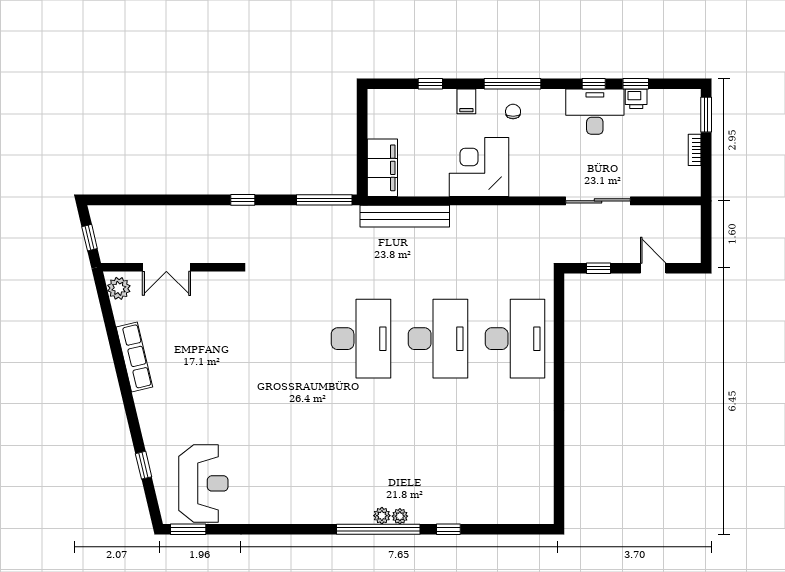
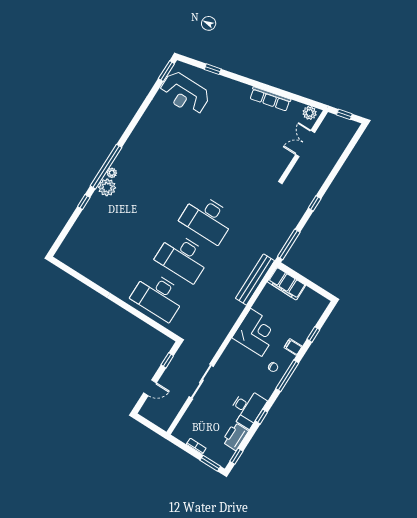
window: (636, 84) -> (236, 456), moved
printer: (636, 99) -> (235, 436), width x1.87, depth x1.48
plant: (400, 516) -> (107, 187), width x1.87, depth x1.87

